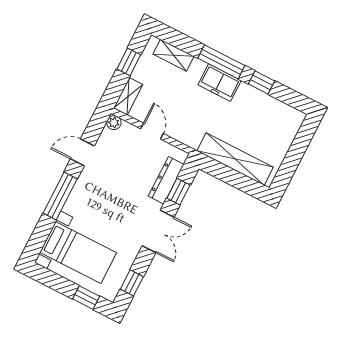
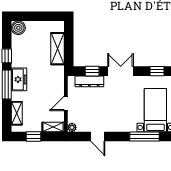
boiler: (293, 119) -> (18, 28), added
shelving: (235, 159) -> (57, 49), width x0.68
window: (60, 196) -> (144, 137), moved

